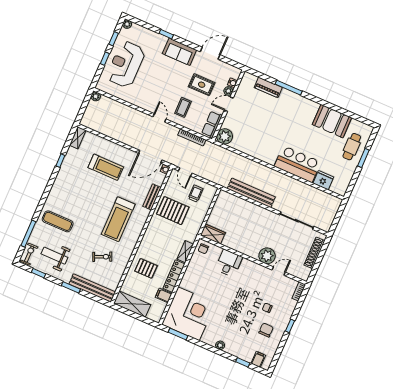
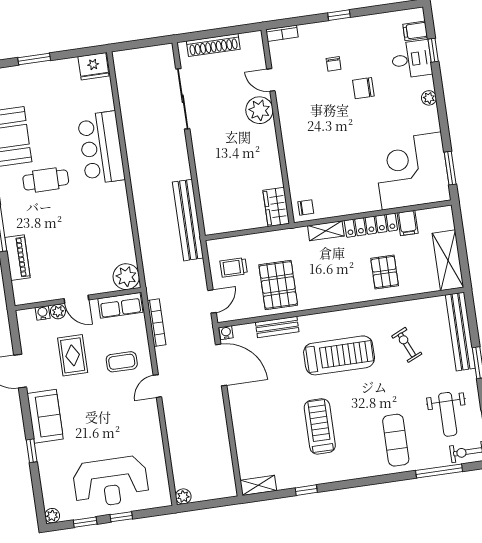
cafe table: (352, 147) -> (46, 180), moved
treadmill: (106, 167) -> (320, 426), moved
fridge: (323, 180) -> (93, 66), moved, turned -90
bench: (251, 193) -> (188, 220), moved
desk: (229, 263) -> (412, 59), moved, turned 180
chair: (266, 330) -> (363, 88), moved

